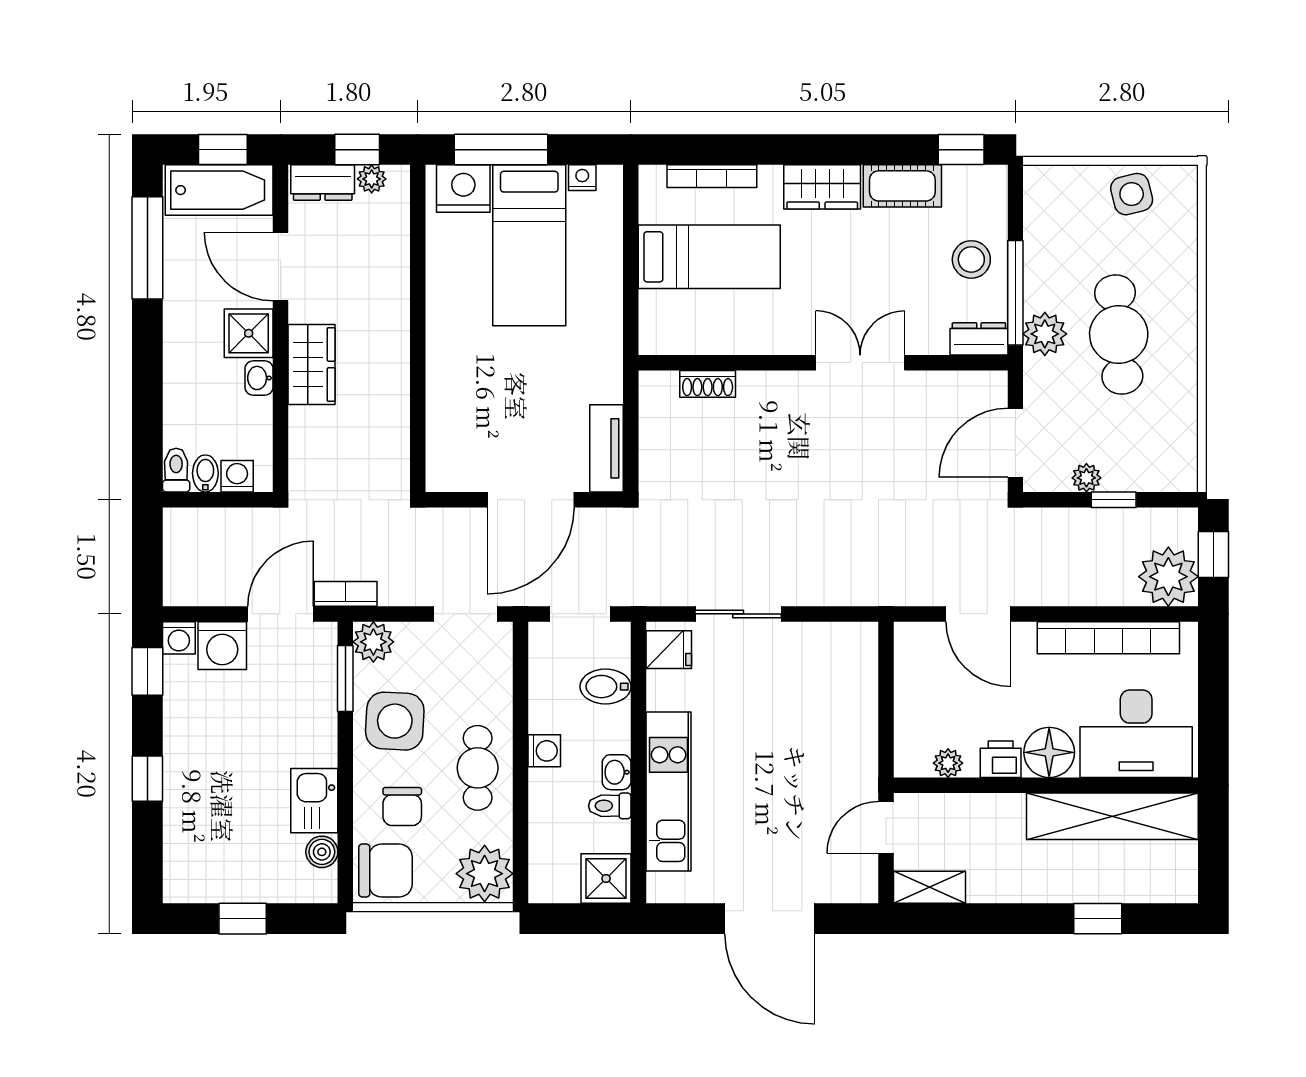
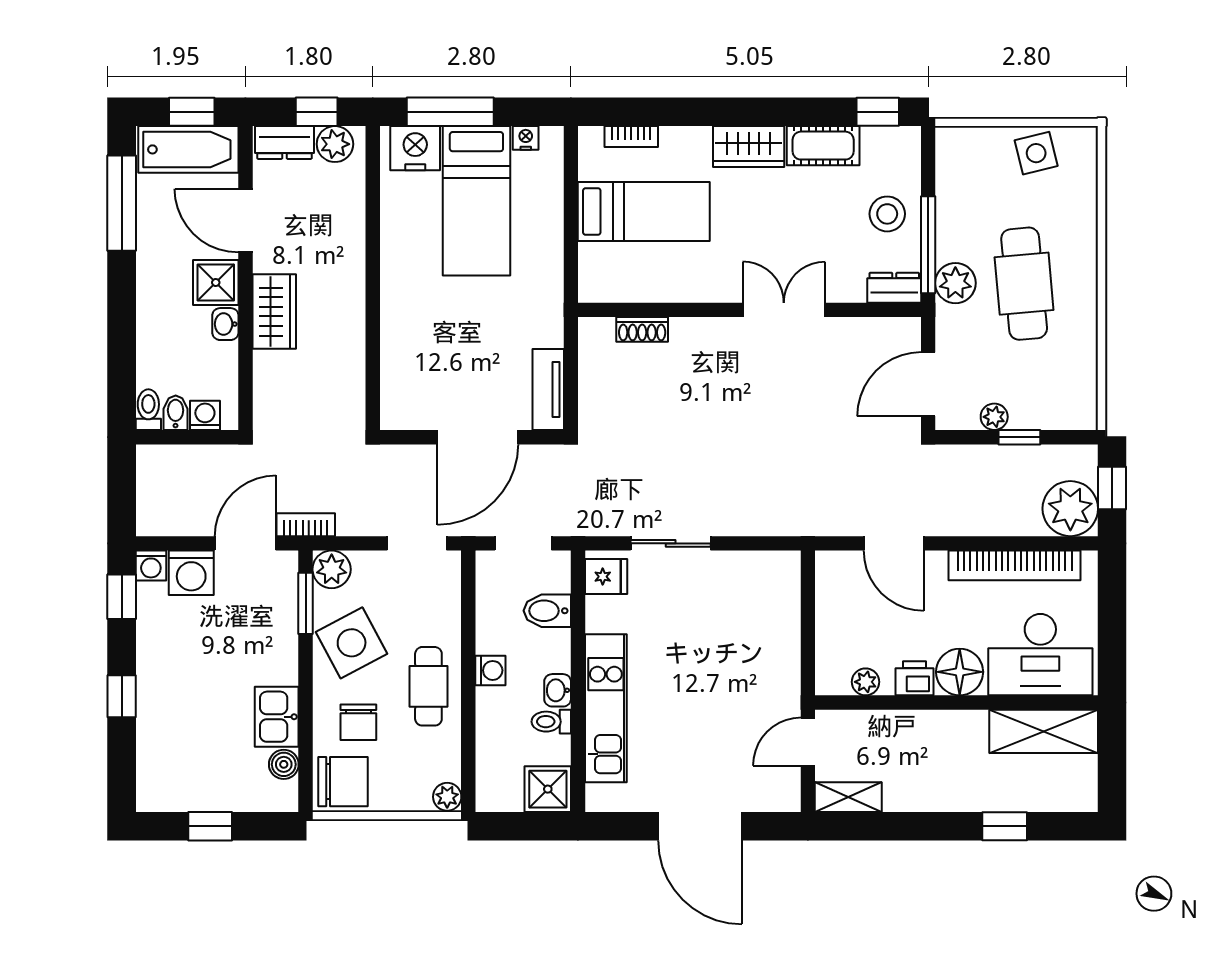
bookcase: (712, 176) -> (631, 137), width x0.64
plant: (372, 179) -> (335, 144), width x1.38, depth x1.38
side table: (395, 721) -> (352, 643), turned -31
shelving: (1112, 816) -> (1044, 731), width x0.68
plant: (485, 874) -> (447, 797), width x0.53, depth x0.53

